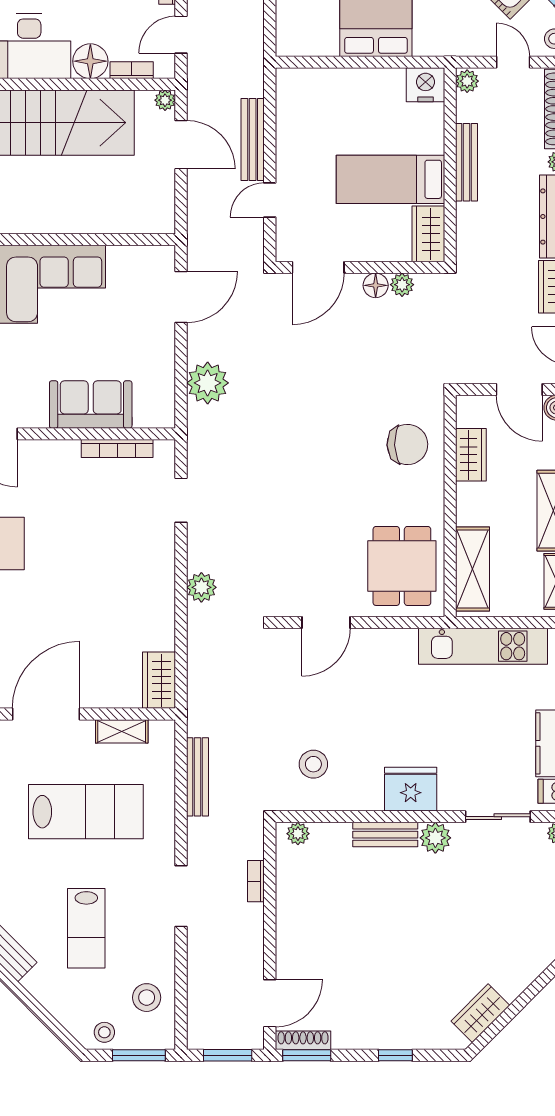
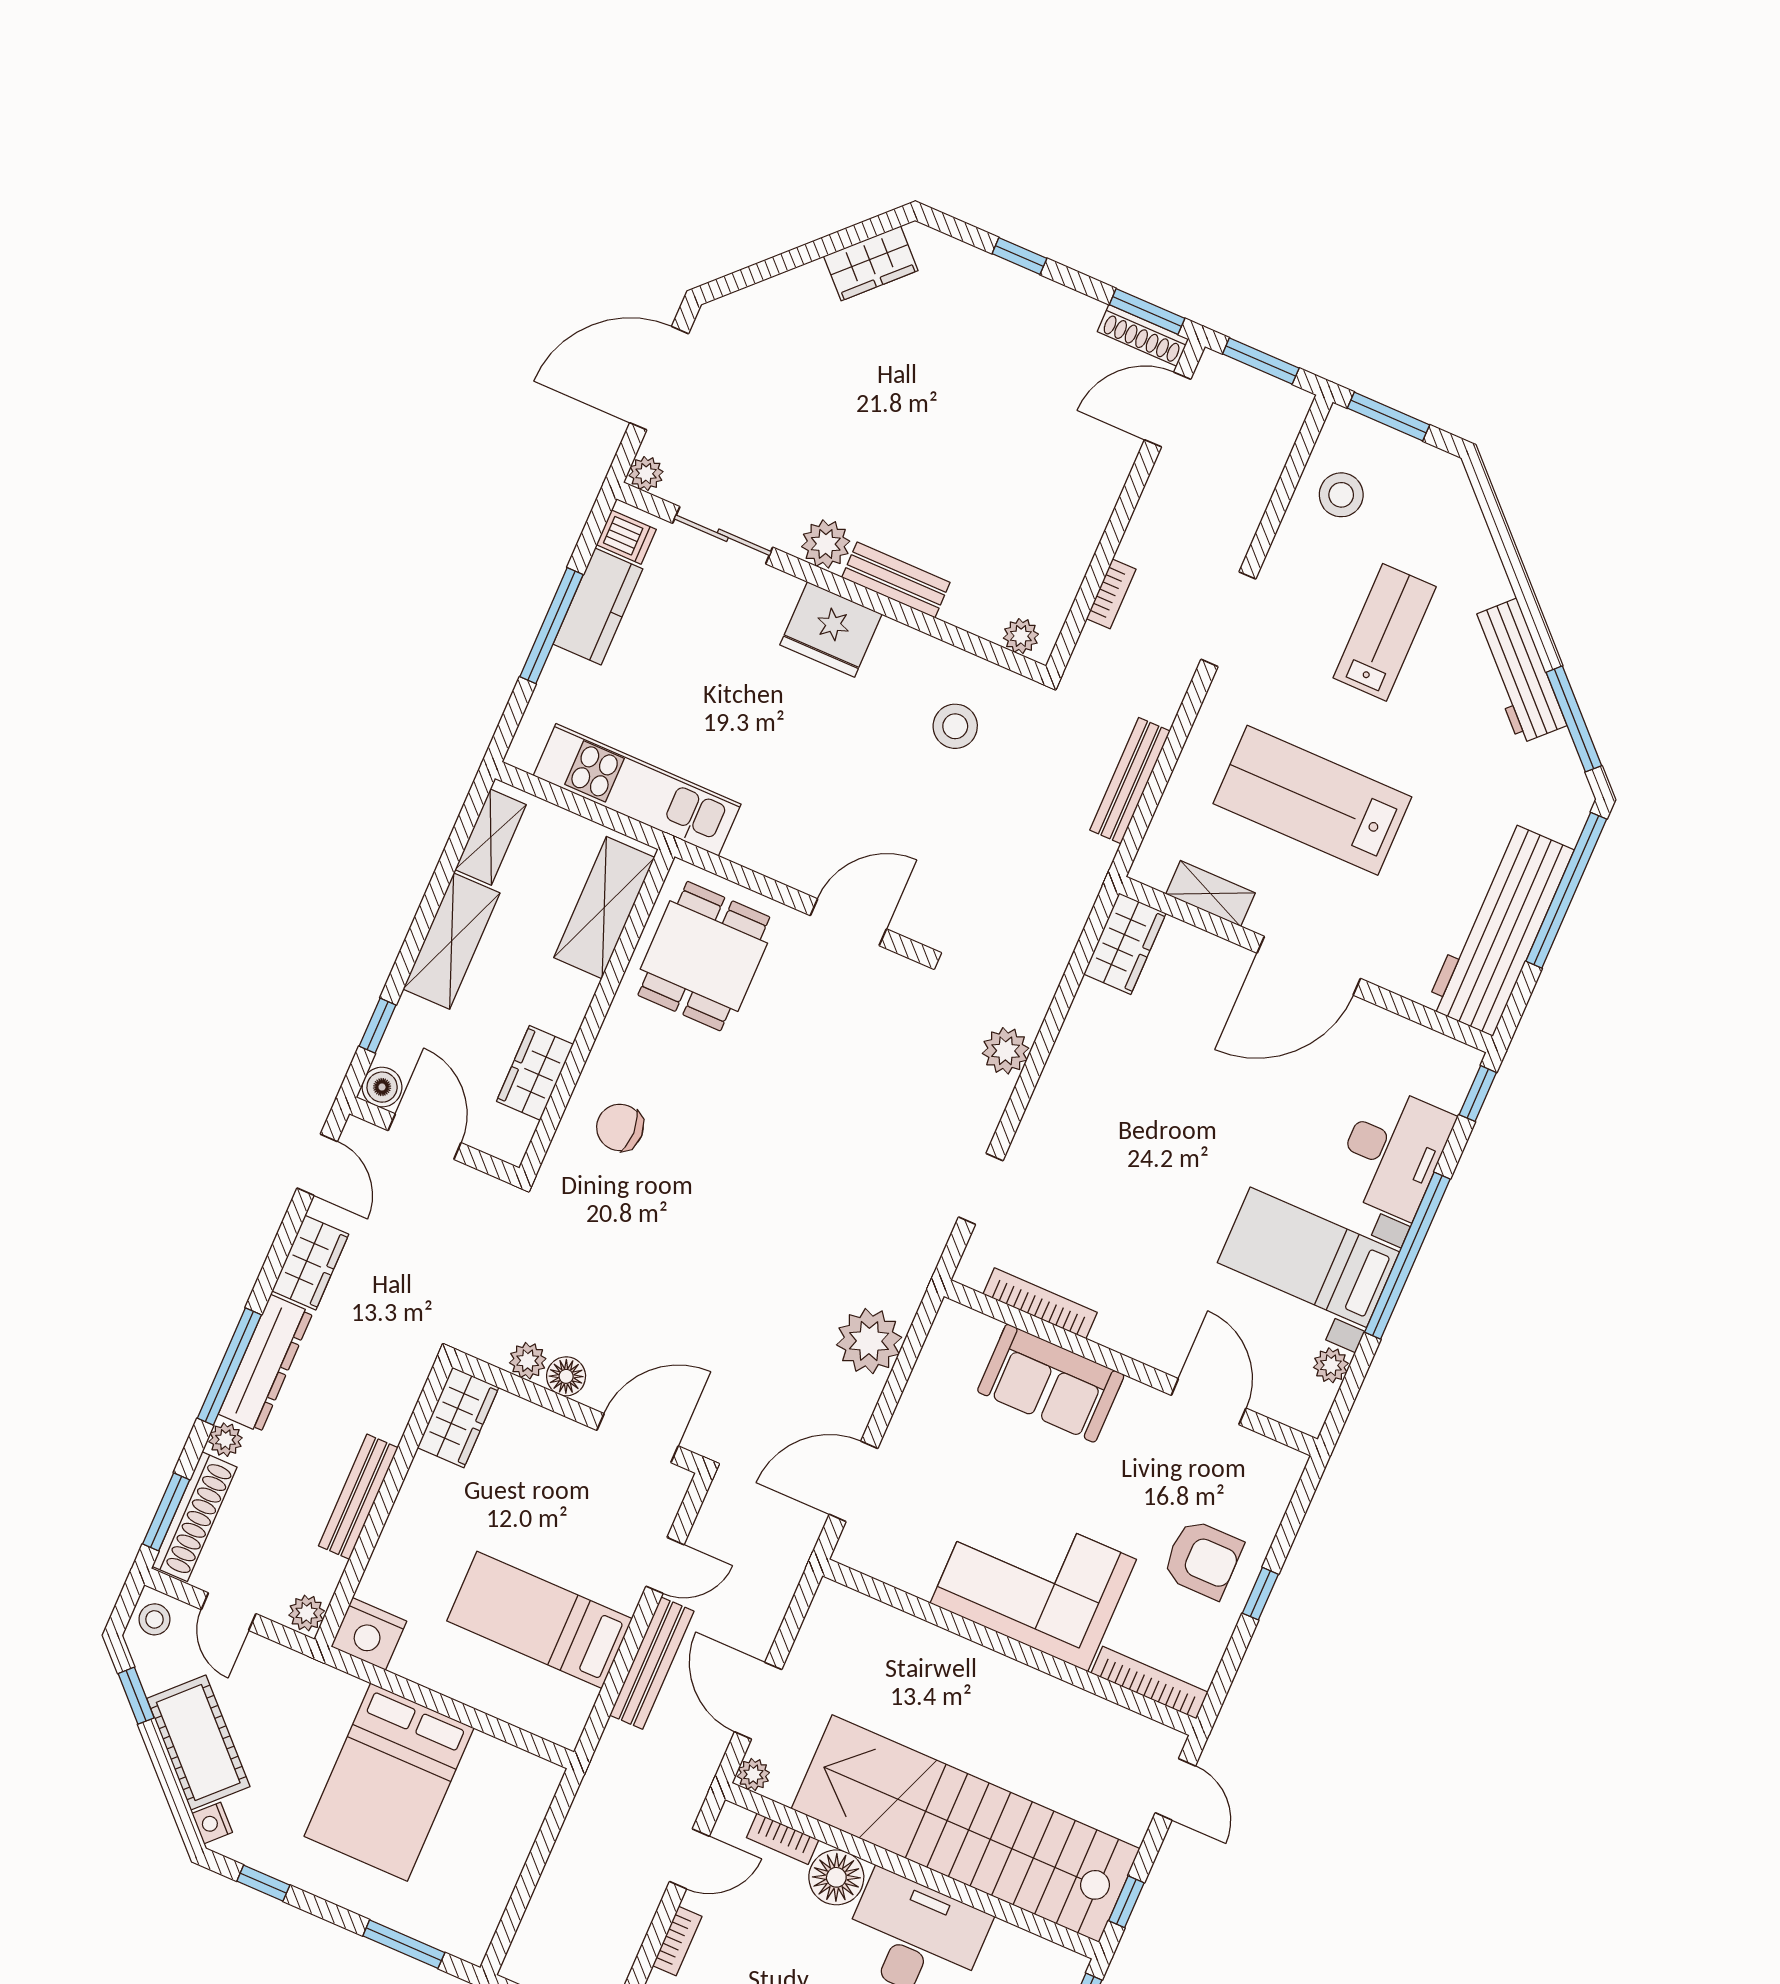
bed: (391, 179) -> (540, 1620), moved, turned 180
chair: (407, 444) -> (620, 1127), width x0.73, depth x0.73
stool: (104, 1032) -> (1424, 471), removed

